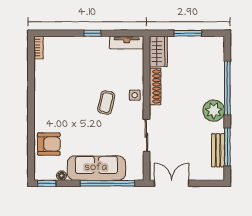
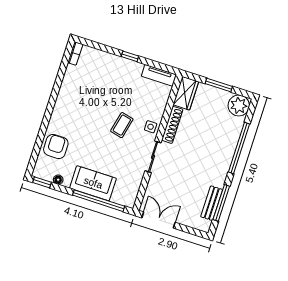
plant: (214, 111) -> (239, 106), moved
sliding door: (146, 135) -> (153, 157), moved
armchair: (49, 144) -> (56, 146), turned -90
sofa: (96, 168) -> (93, 183), width x0.73

